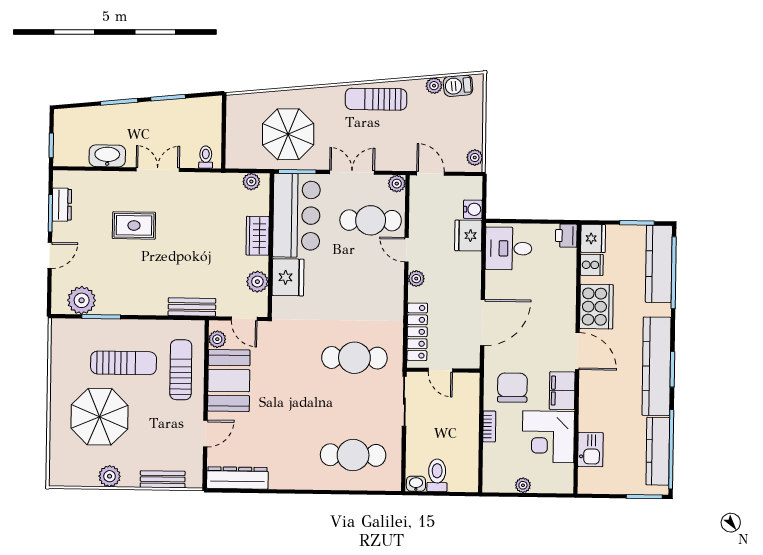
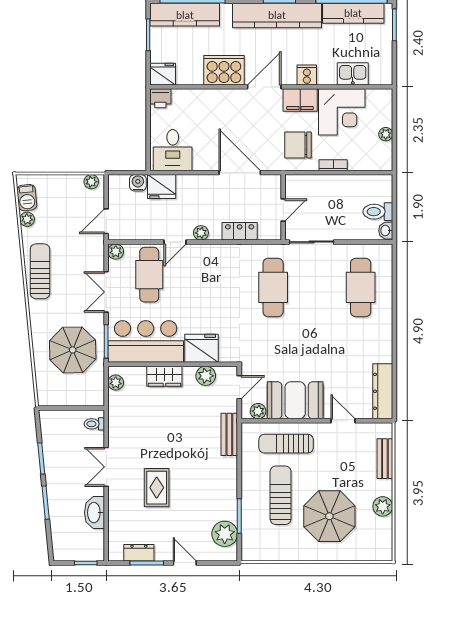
sun lounger: (376, 99) -> (40, 271), turned 180
cooker: (592, 265) -> (307, 75), moved
locker: (417, 332) -> (240, 231), width x0.66

